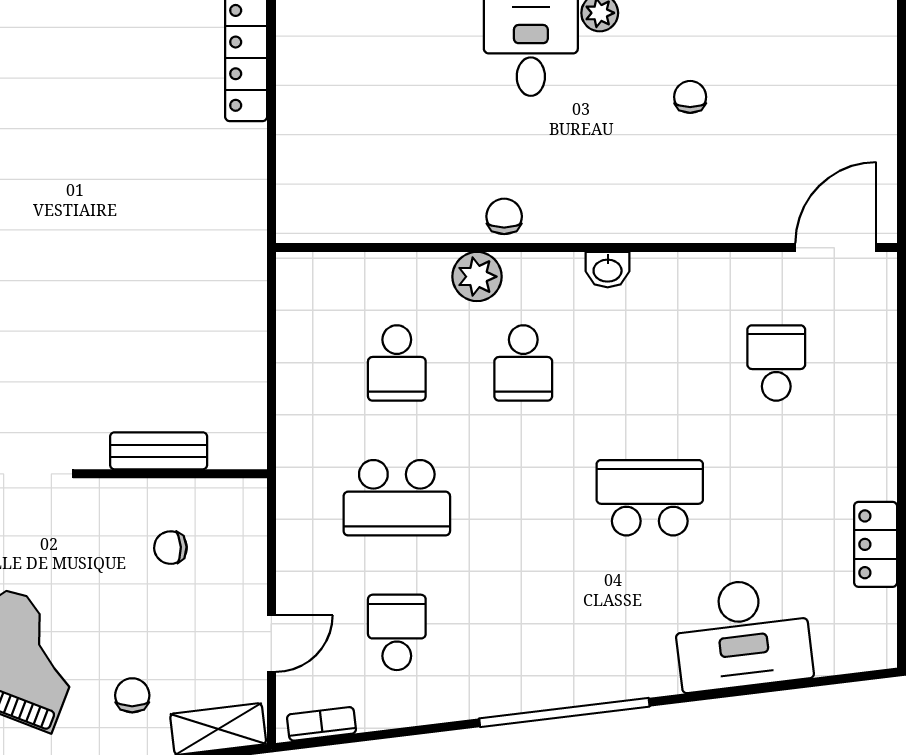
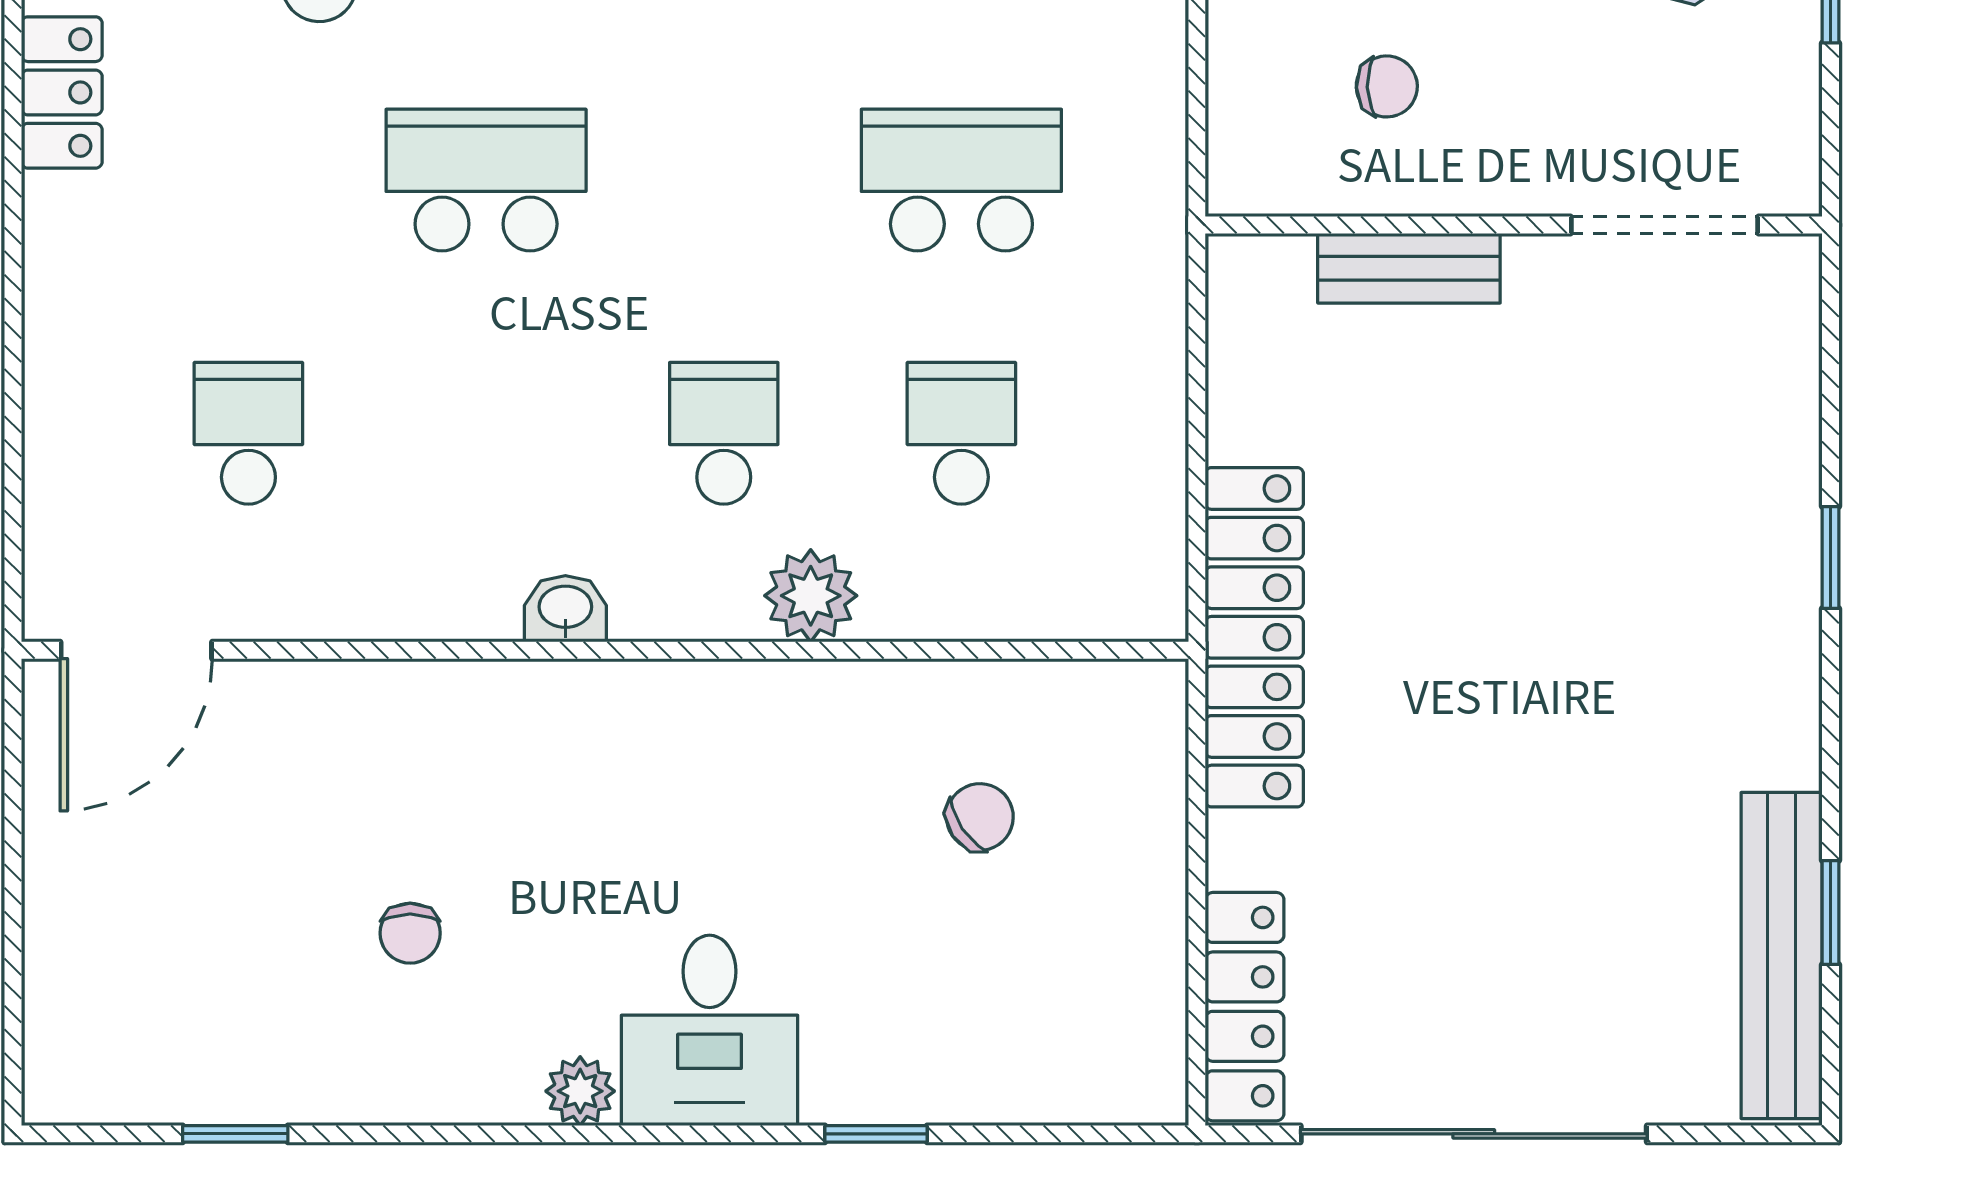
chair: (504, 216) -> (980, 817), moved, turned -124
locker: (241, 254) -> (1254, 637), added
school desk: (776, 363) -> (248, 433), turned 180
school desk: (650, 498) -> (486, 180), turned 180

